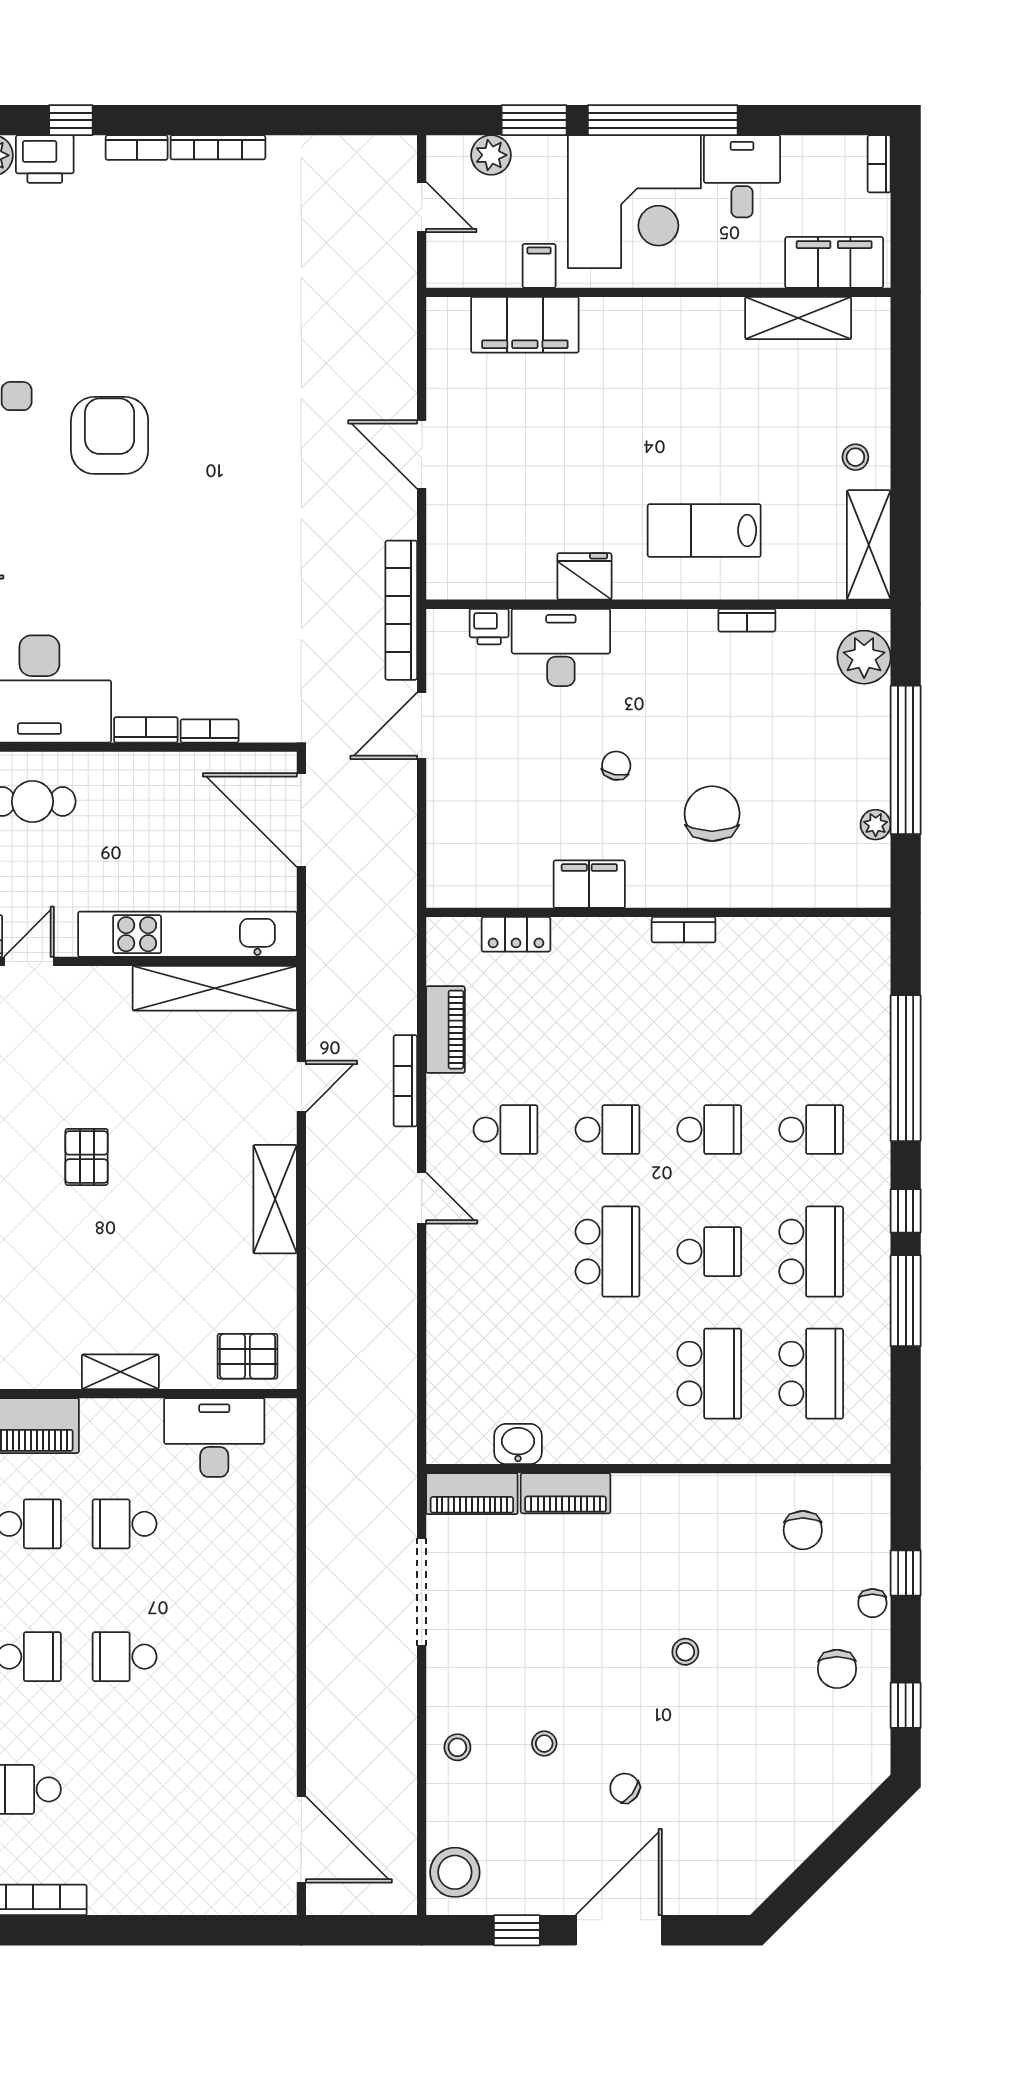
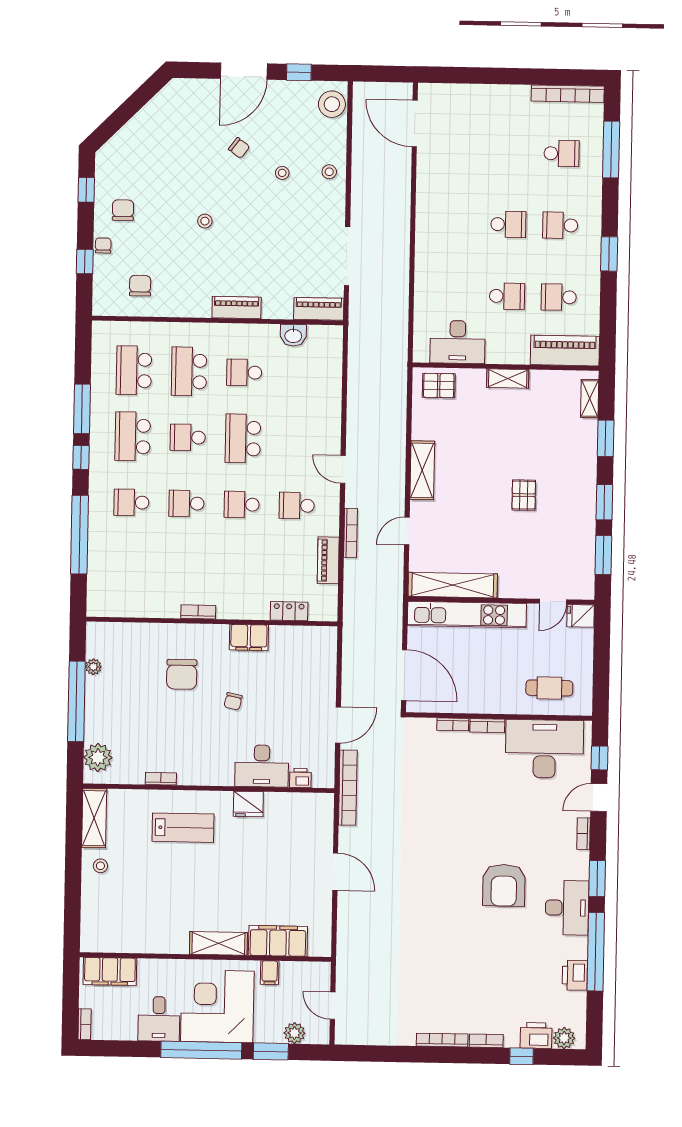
shelving: (798, 318) -> (218, 943), moved
school desk: (607, 1374) -> (244, 372), added
piano: (566, 1493) -> (237, 307), moved

